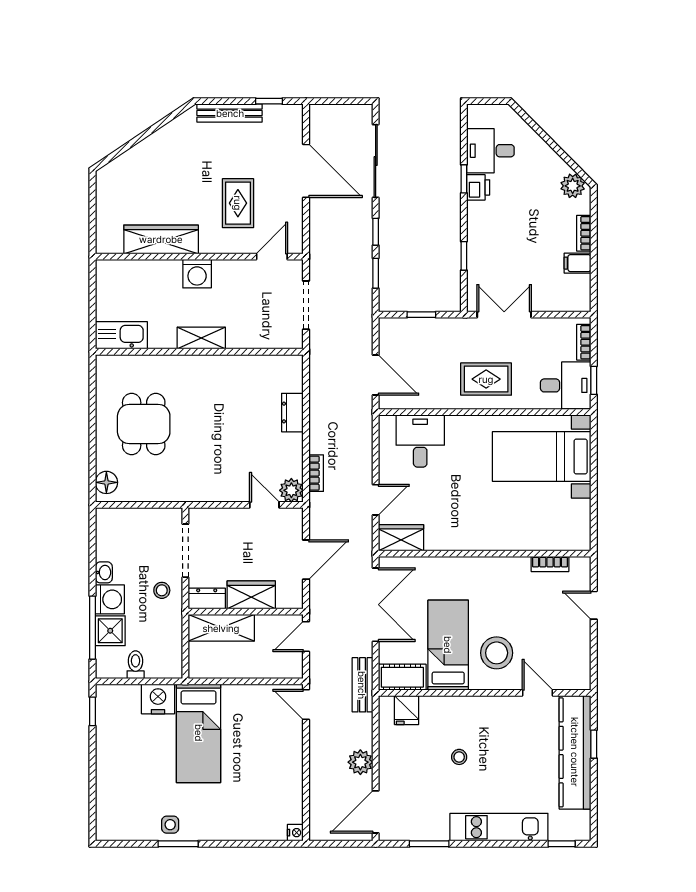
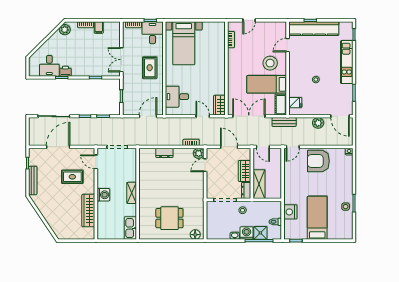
bed: (199, 733) -> (317, 218), moved, turned -90
armchair: (274, 763) -> (318, 161), added

